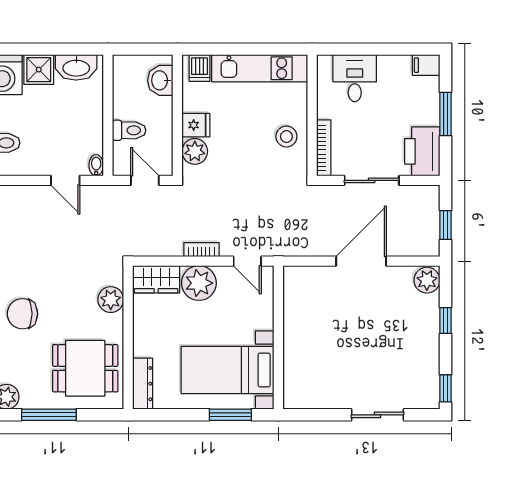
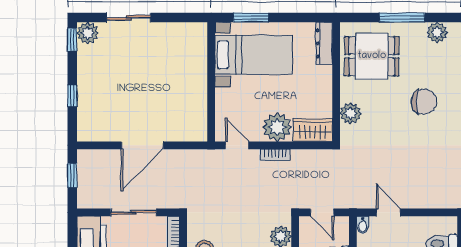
plant: (427, 280) -> (88, 33), moved

